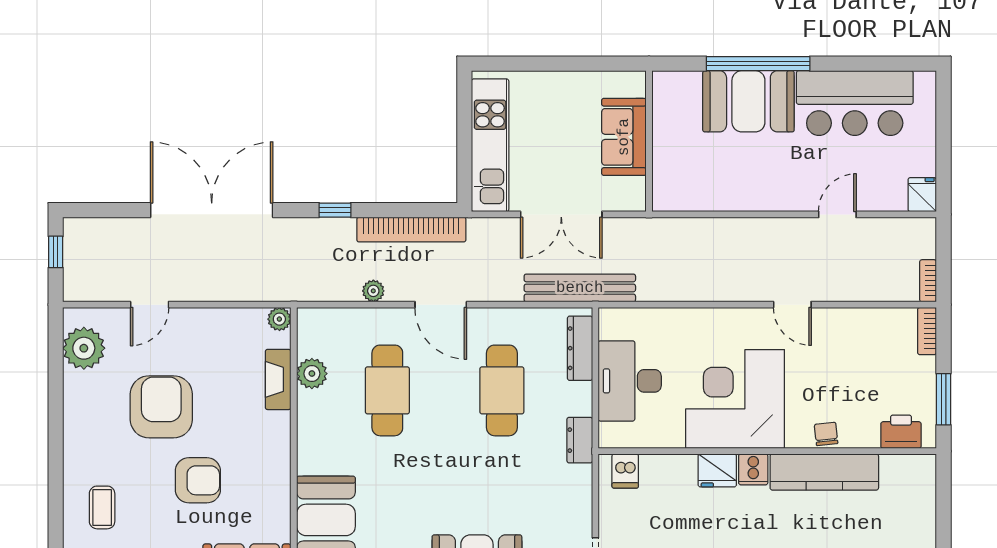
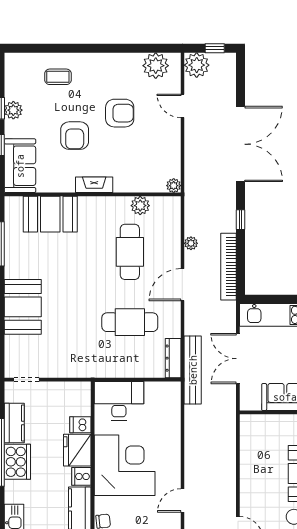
plant: (83, 281) -> (197, 65), added
dresser: (580, 348) -> (173, 358), moved, turned -90
fireplace: (278, 379) -> (94, 185), moved
desk: (630, 381) -> (119, 401), moved
cafe table: (387, 390) -> (130, 252), turned 90
armchair: (161, 407) -> (120, 113), width x0.73, depth x0.73
dresser: (580, 440) -> (99, 370), removed
fridge: (717, 470) -> (77, 450), width x1.36, depth x1.34
dishwasher: (625, 471) -> (80, 425), moved

